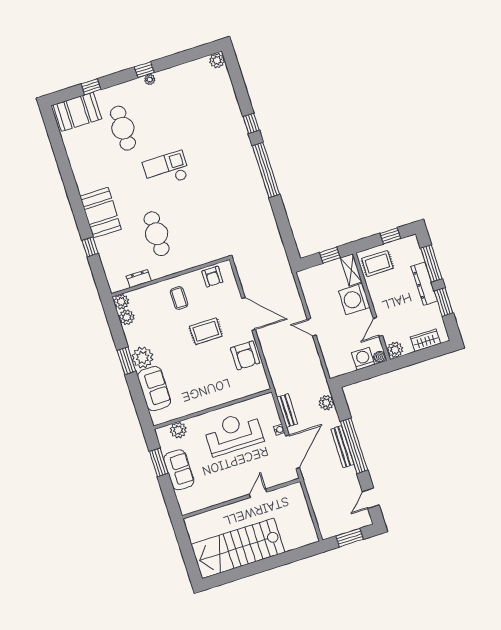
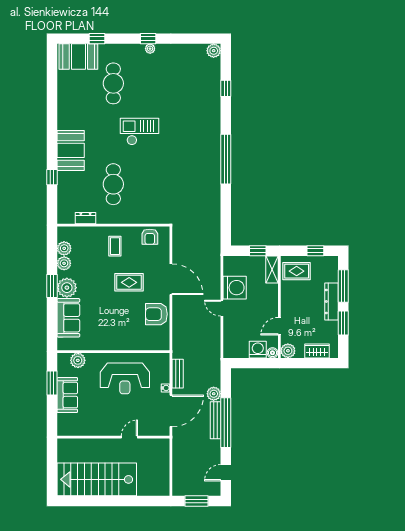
window: (251, 123) -> (226, 88), moved
washing machine: (354, 299) -> (235, 288), moved, turned 180
plant: (121, 302) -> (64, 263), moved
armchair: (245, 355) -> (156, 314), turned 90
plant: (326, 403) -> (214, 394), moved
reception desk: (234, 433) -> (125, 378), turned 180

